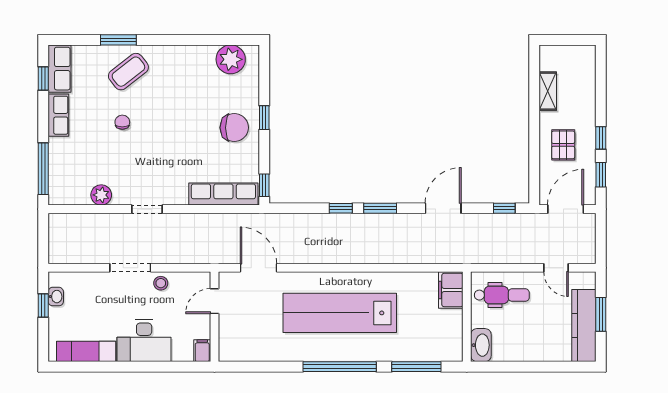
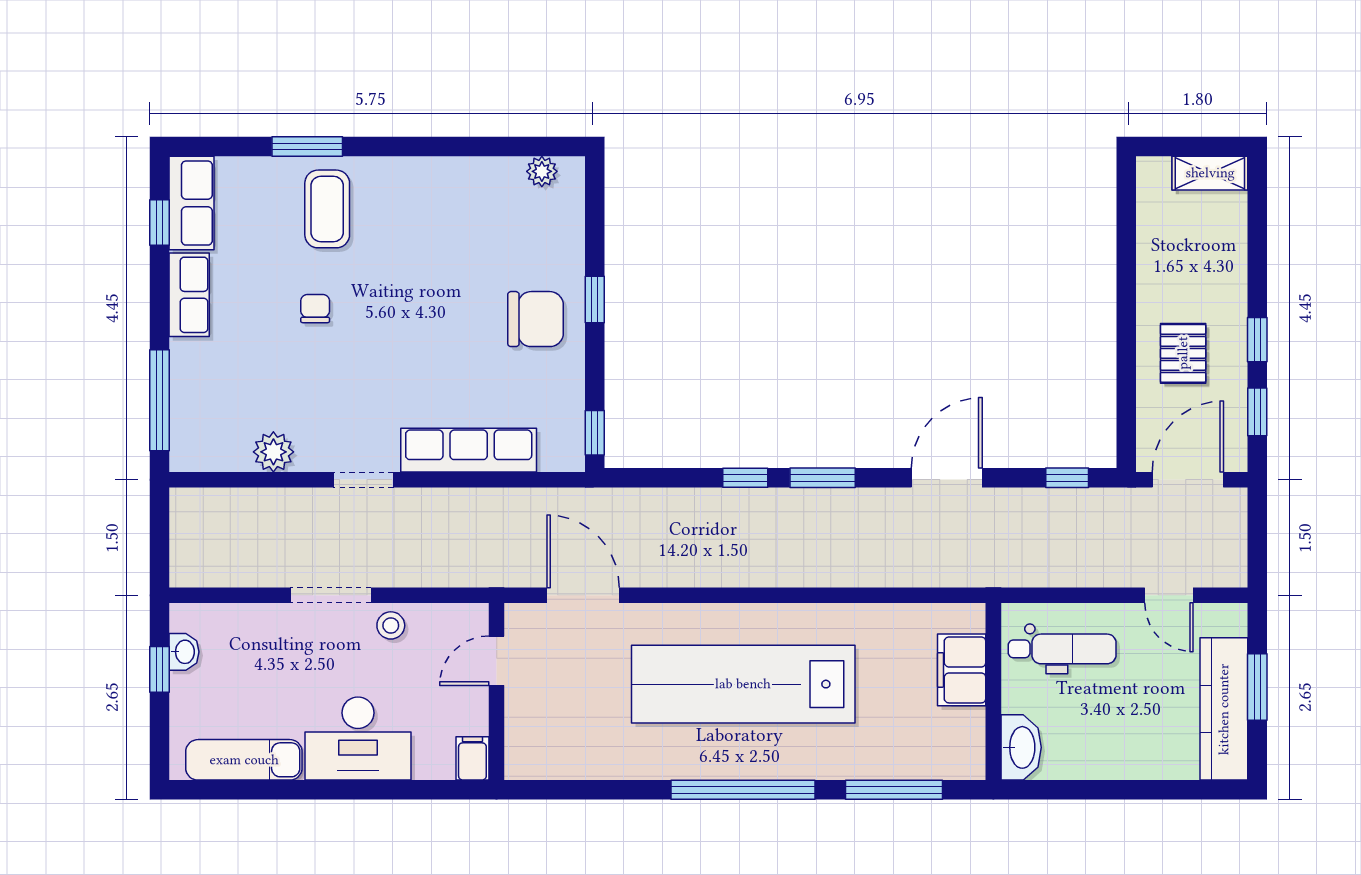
plant: (231, 59) -> (542, 171), width x0.53, depth x0.53
coffee table: (128, 72) -> (327, 209), turned -52
shelving: (548, 91) -> (1210, 173), moved, turned 90
row of seats: (223, 194) -> (469, 450), moved
filing cabinet: (451, 290) -> (962, 670), moved

